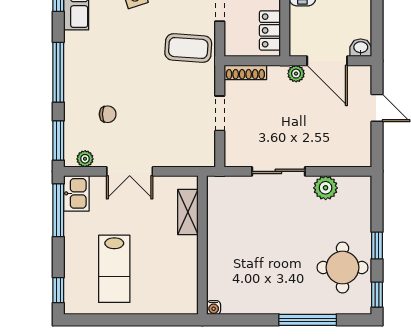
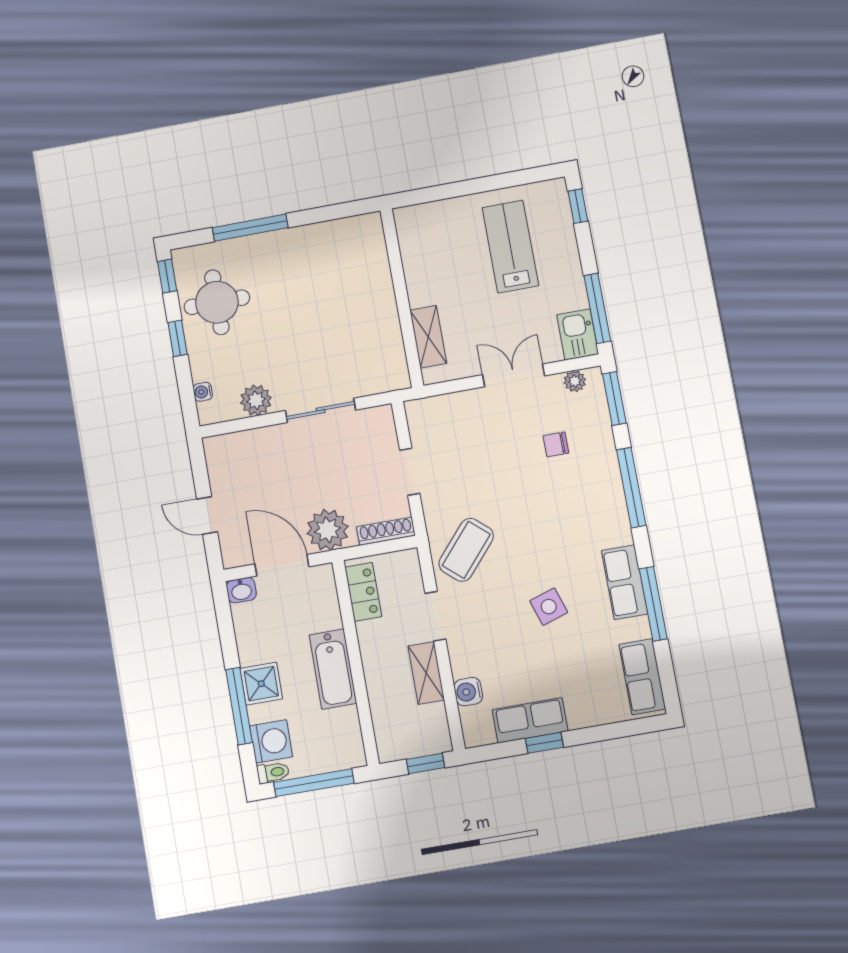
coffee table: (188, 48) -> (466, 550), turned -53
plant: (296, 74) -> (328, 530), width x1.88, depth x1.88
water cooler: (214, 308) -> (203, 392), moved, turned -90

